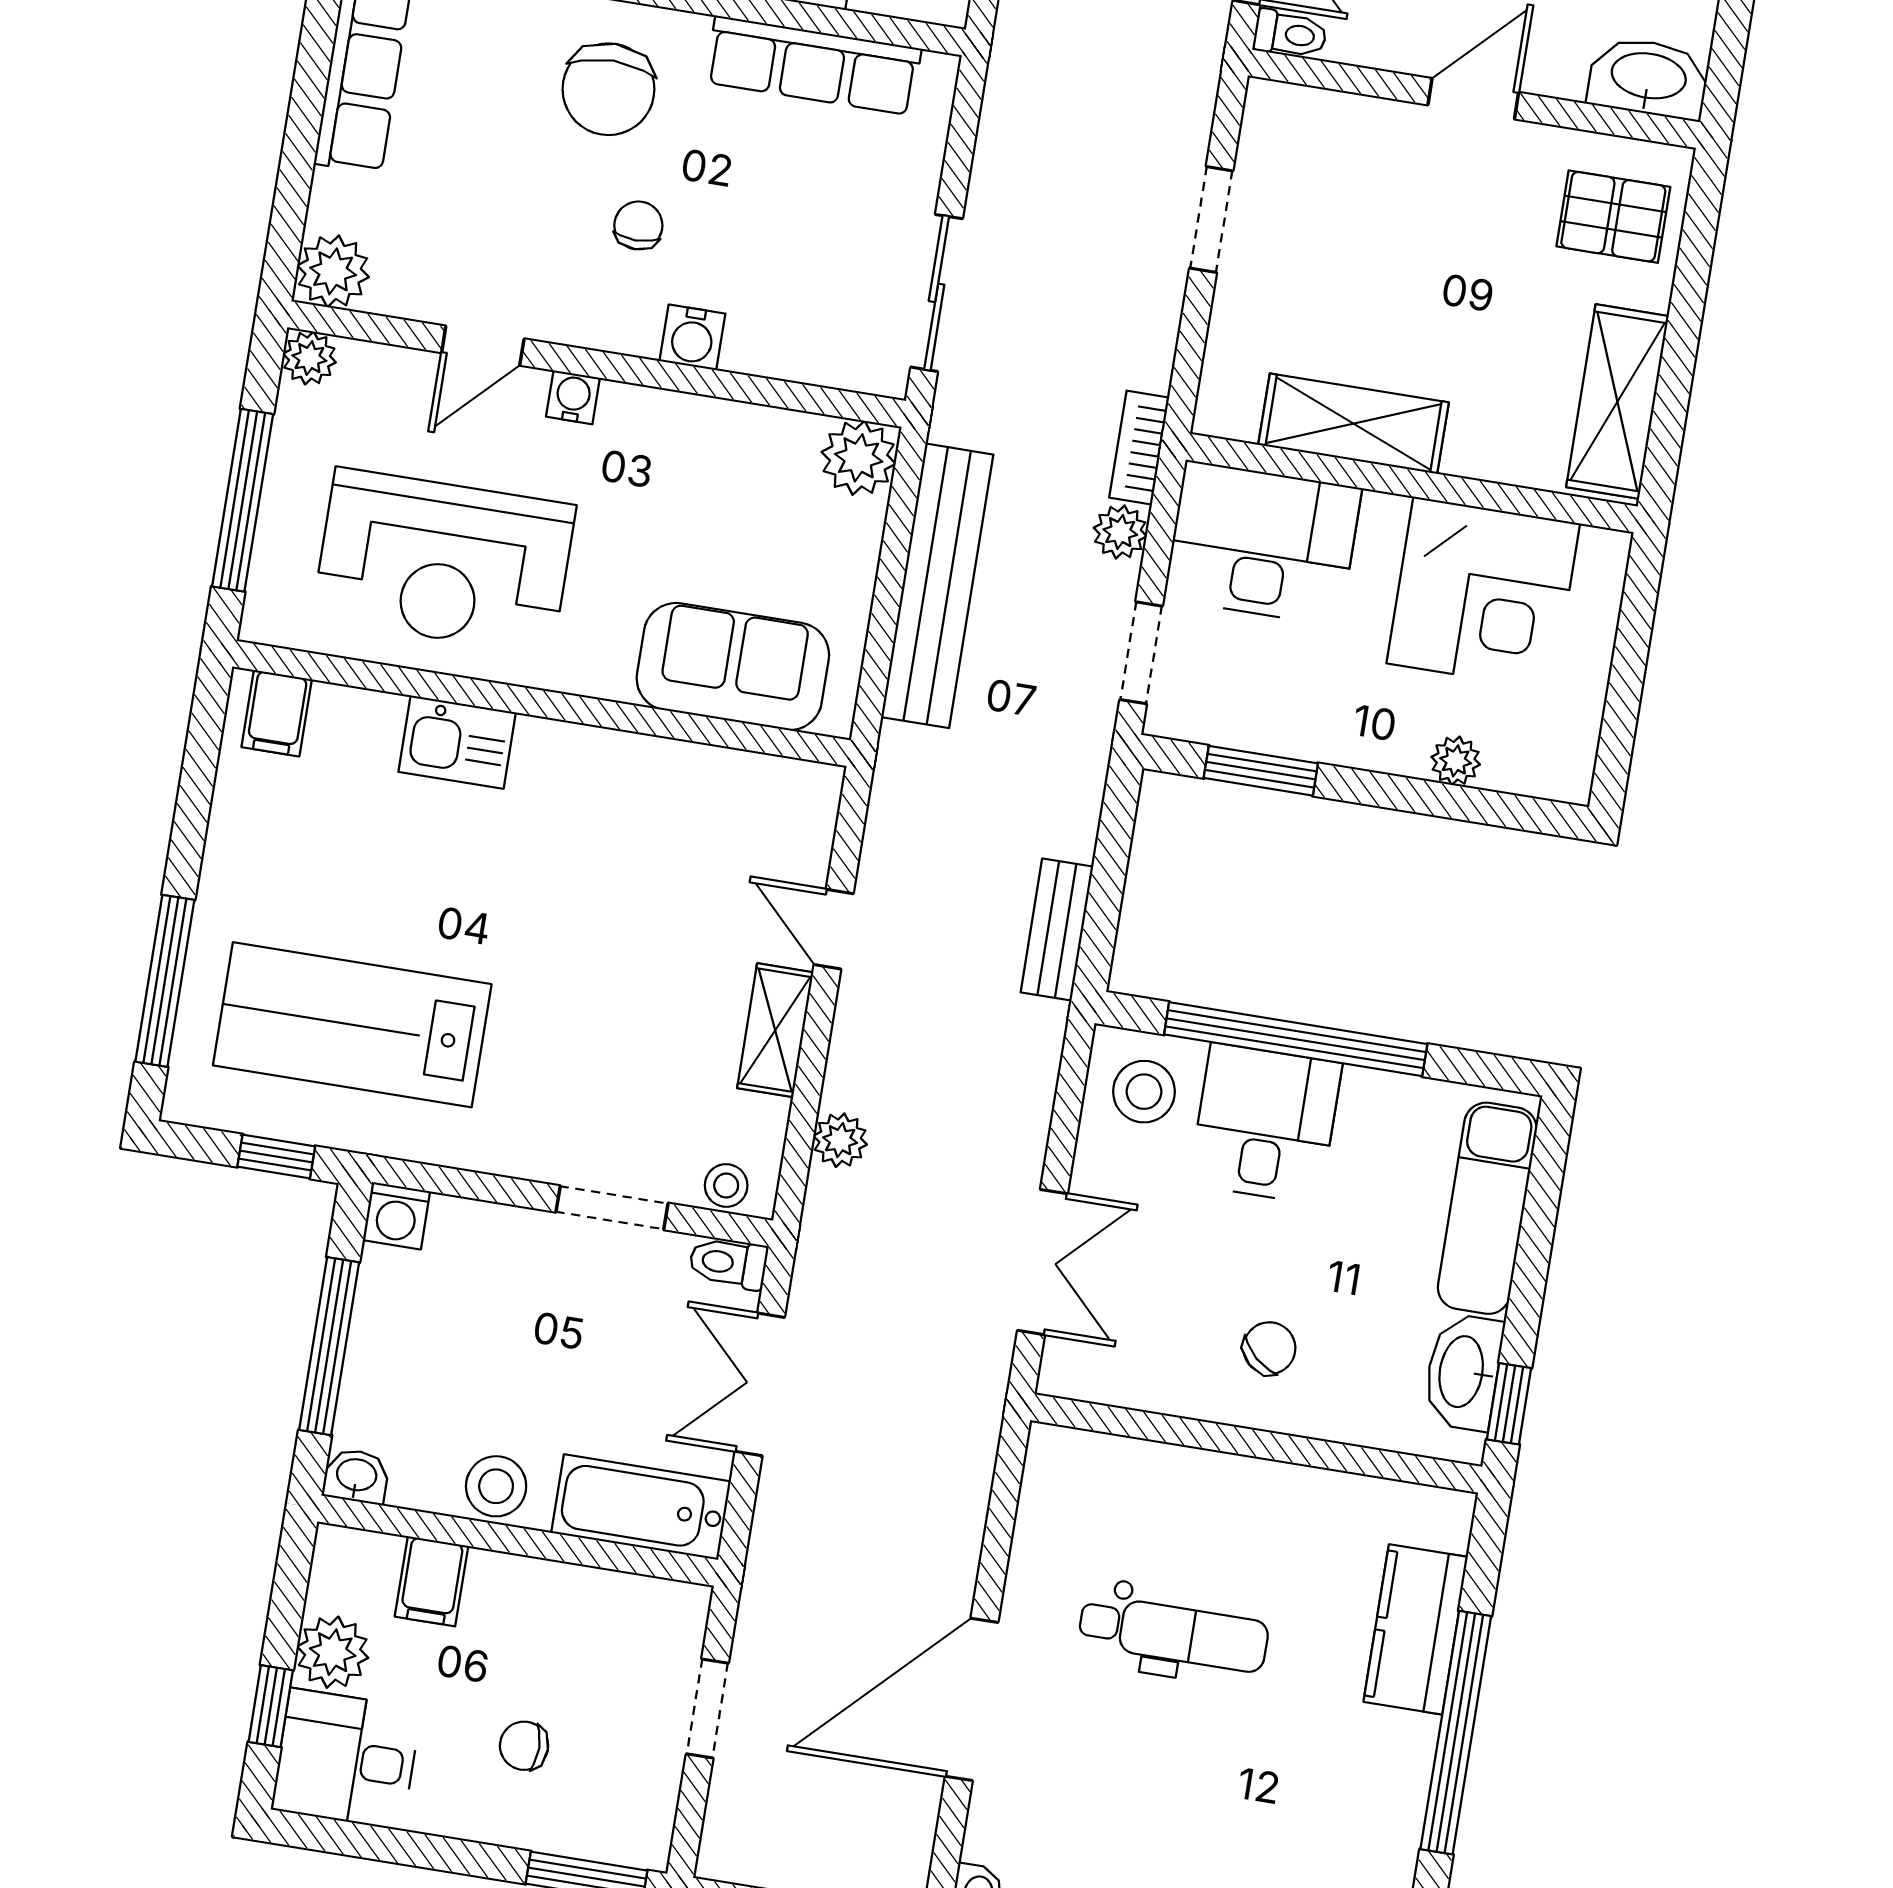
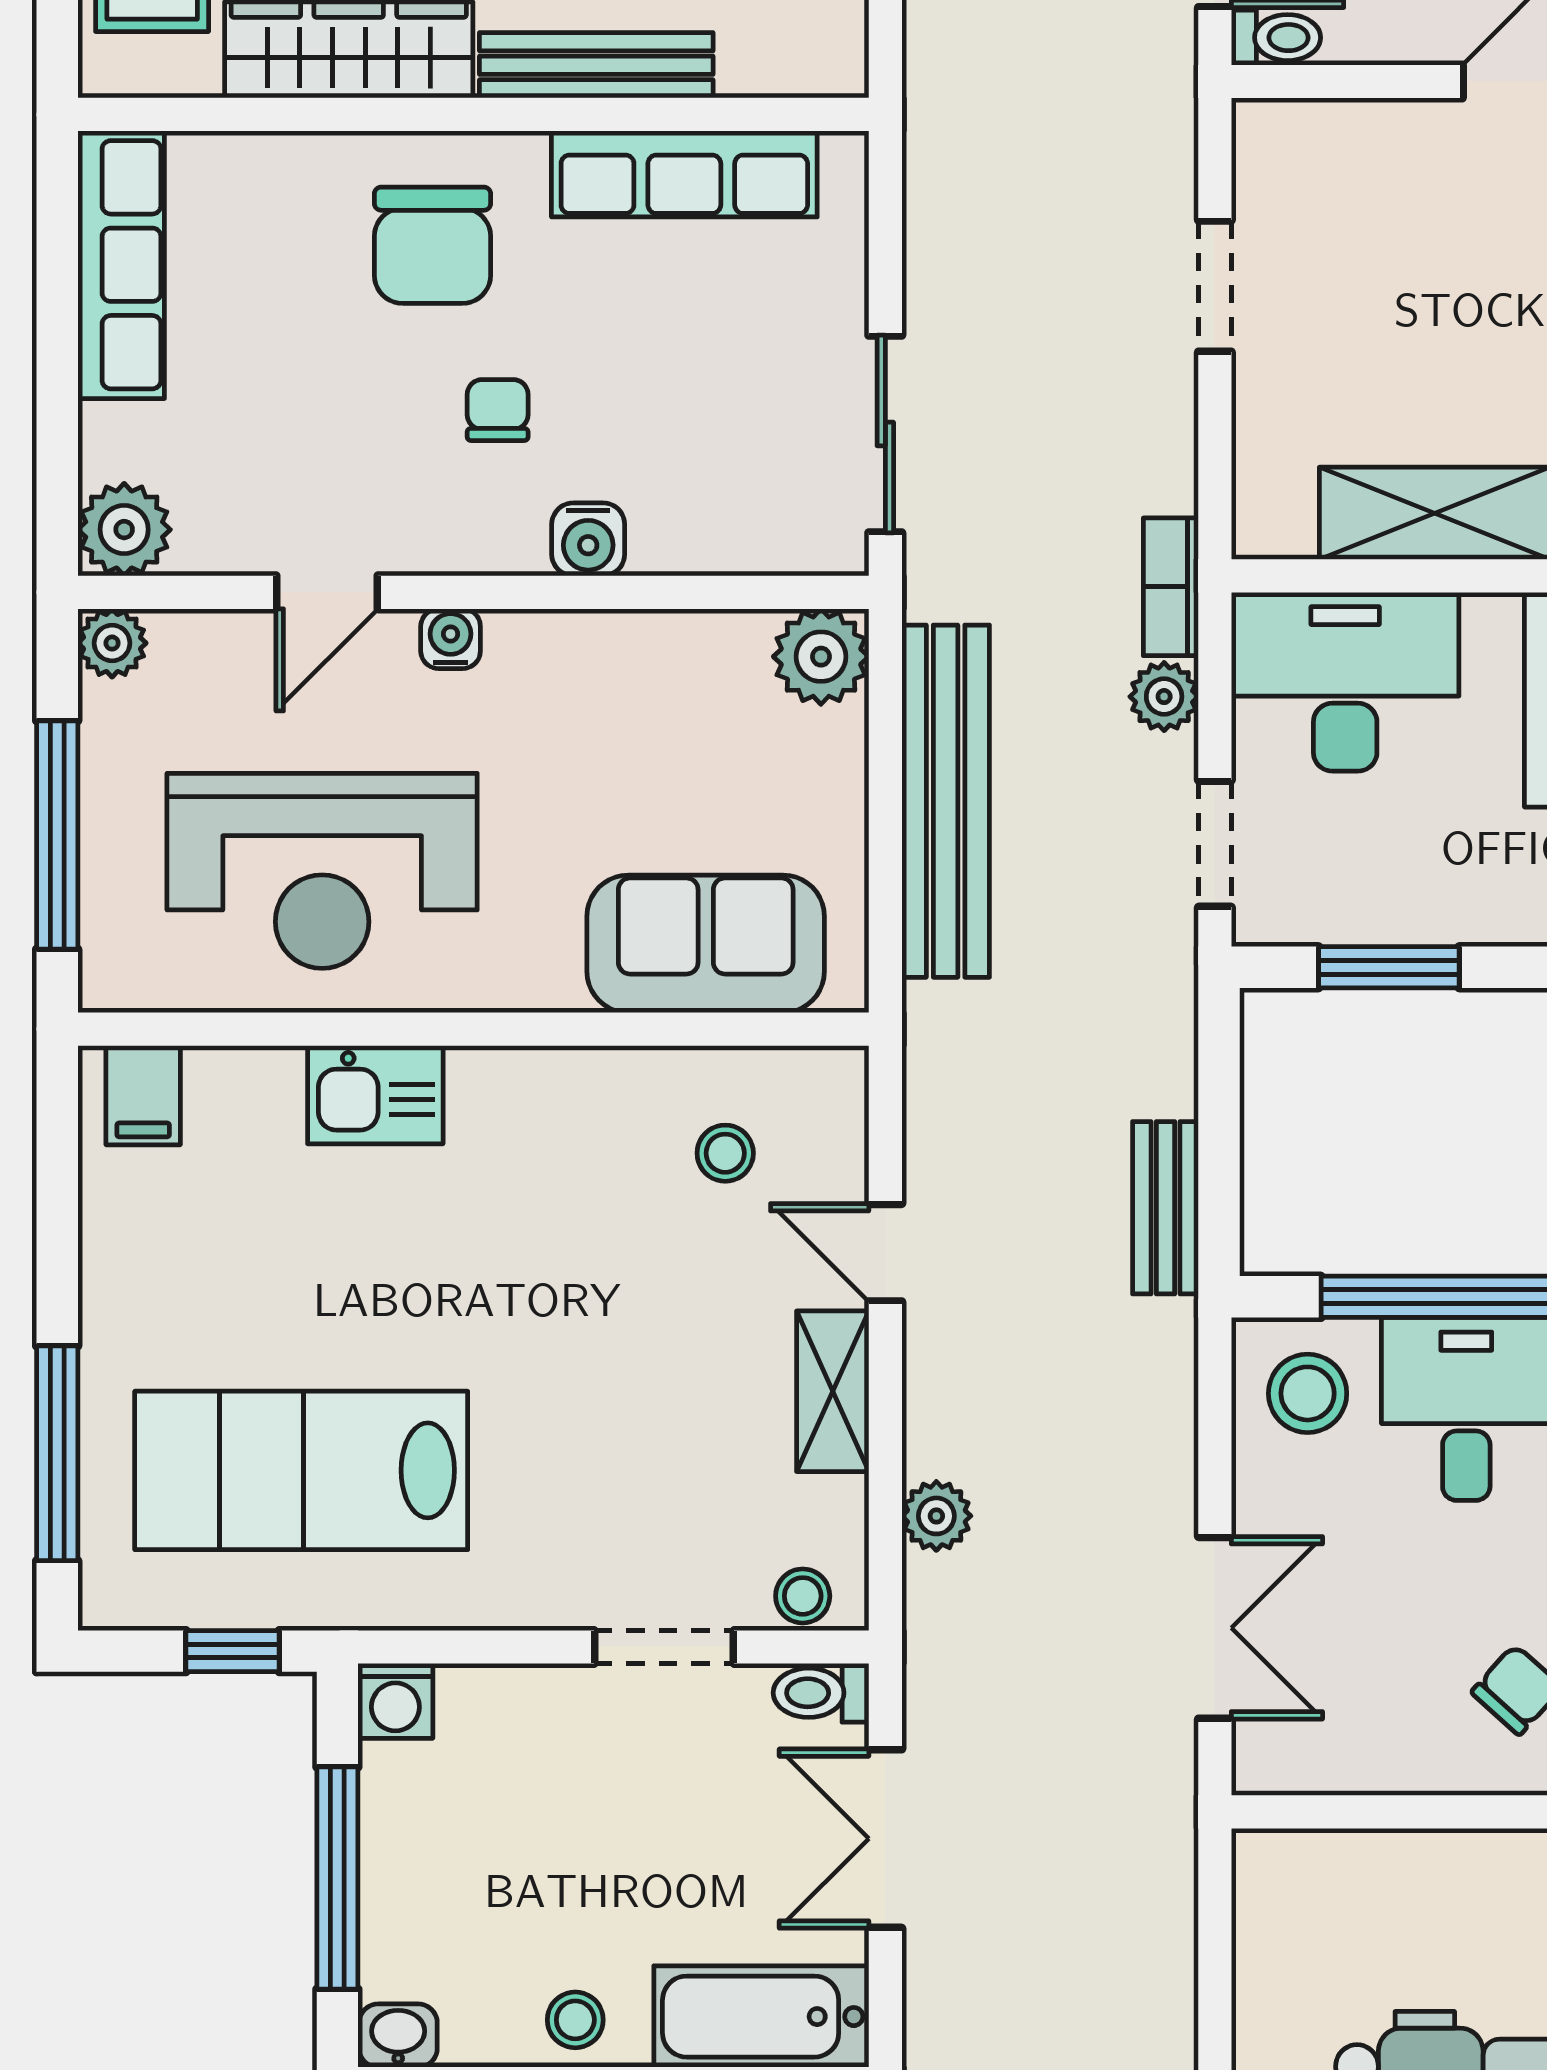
stool: (722, 832) -> (725, 1153), added
stool: (496, 1486) -> (575, 2020), width x0.73, depth x0.73

